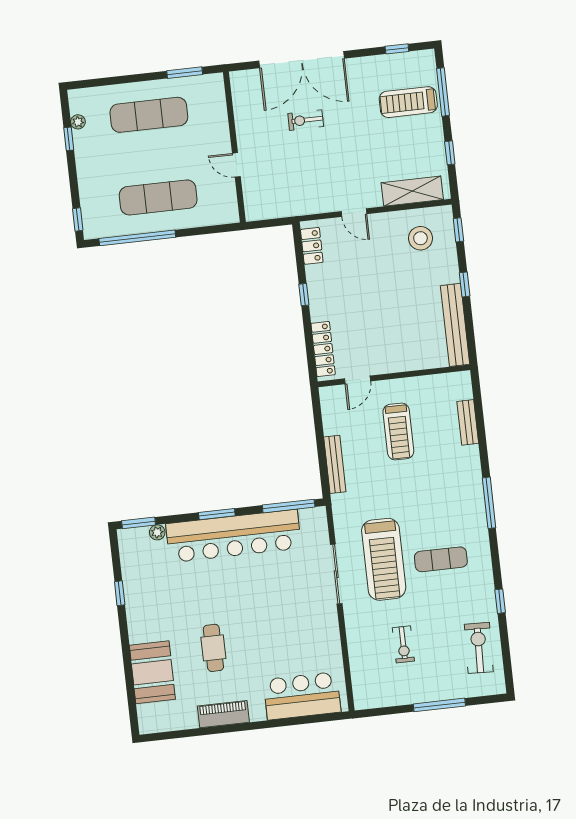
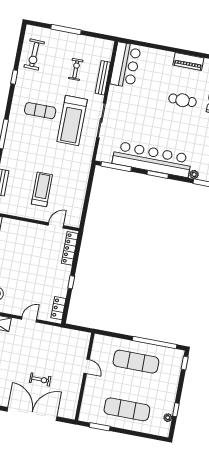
door: (354, 213) -> (29, 319), hinge flipped
bench: (335, 464) -> (103, 78), moved
treadmill: (384, 559) -> (72, 120), turned 180
cafe table: (213, 648) -> (183, 100), turned 90
bar counter: (302, 696) -> (126, 65), moved, turned -90

